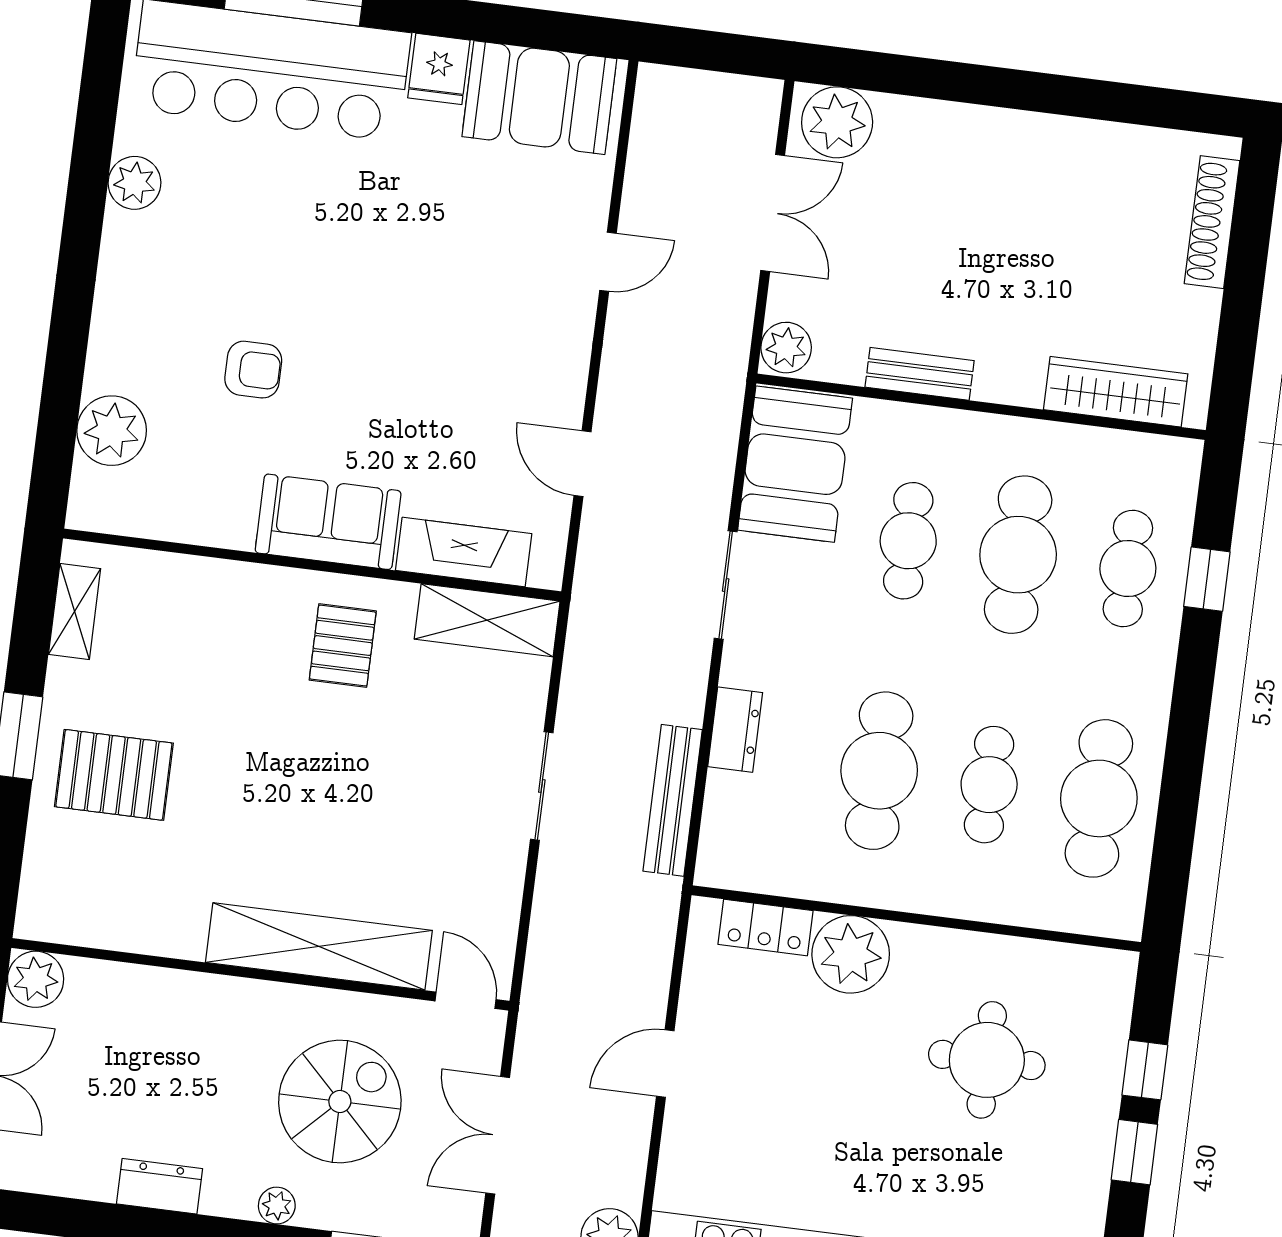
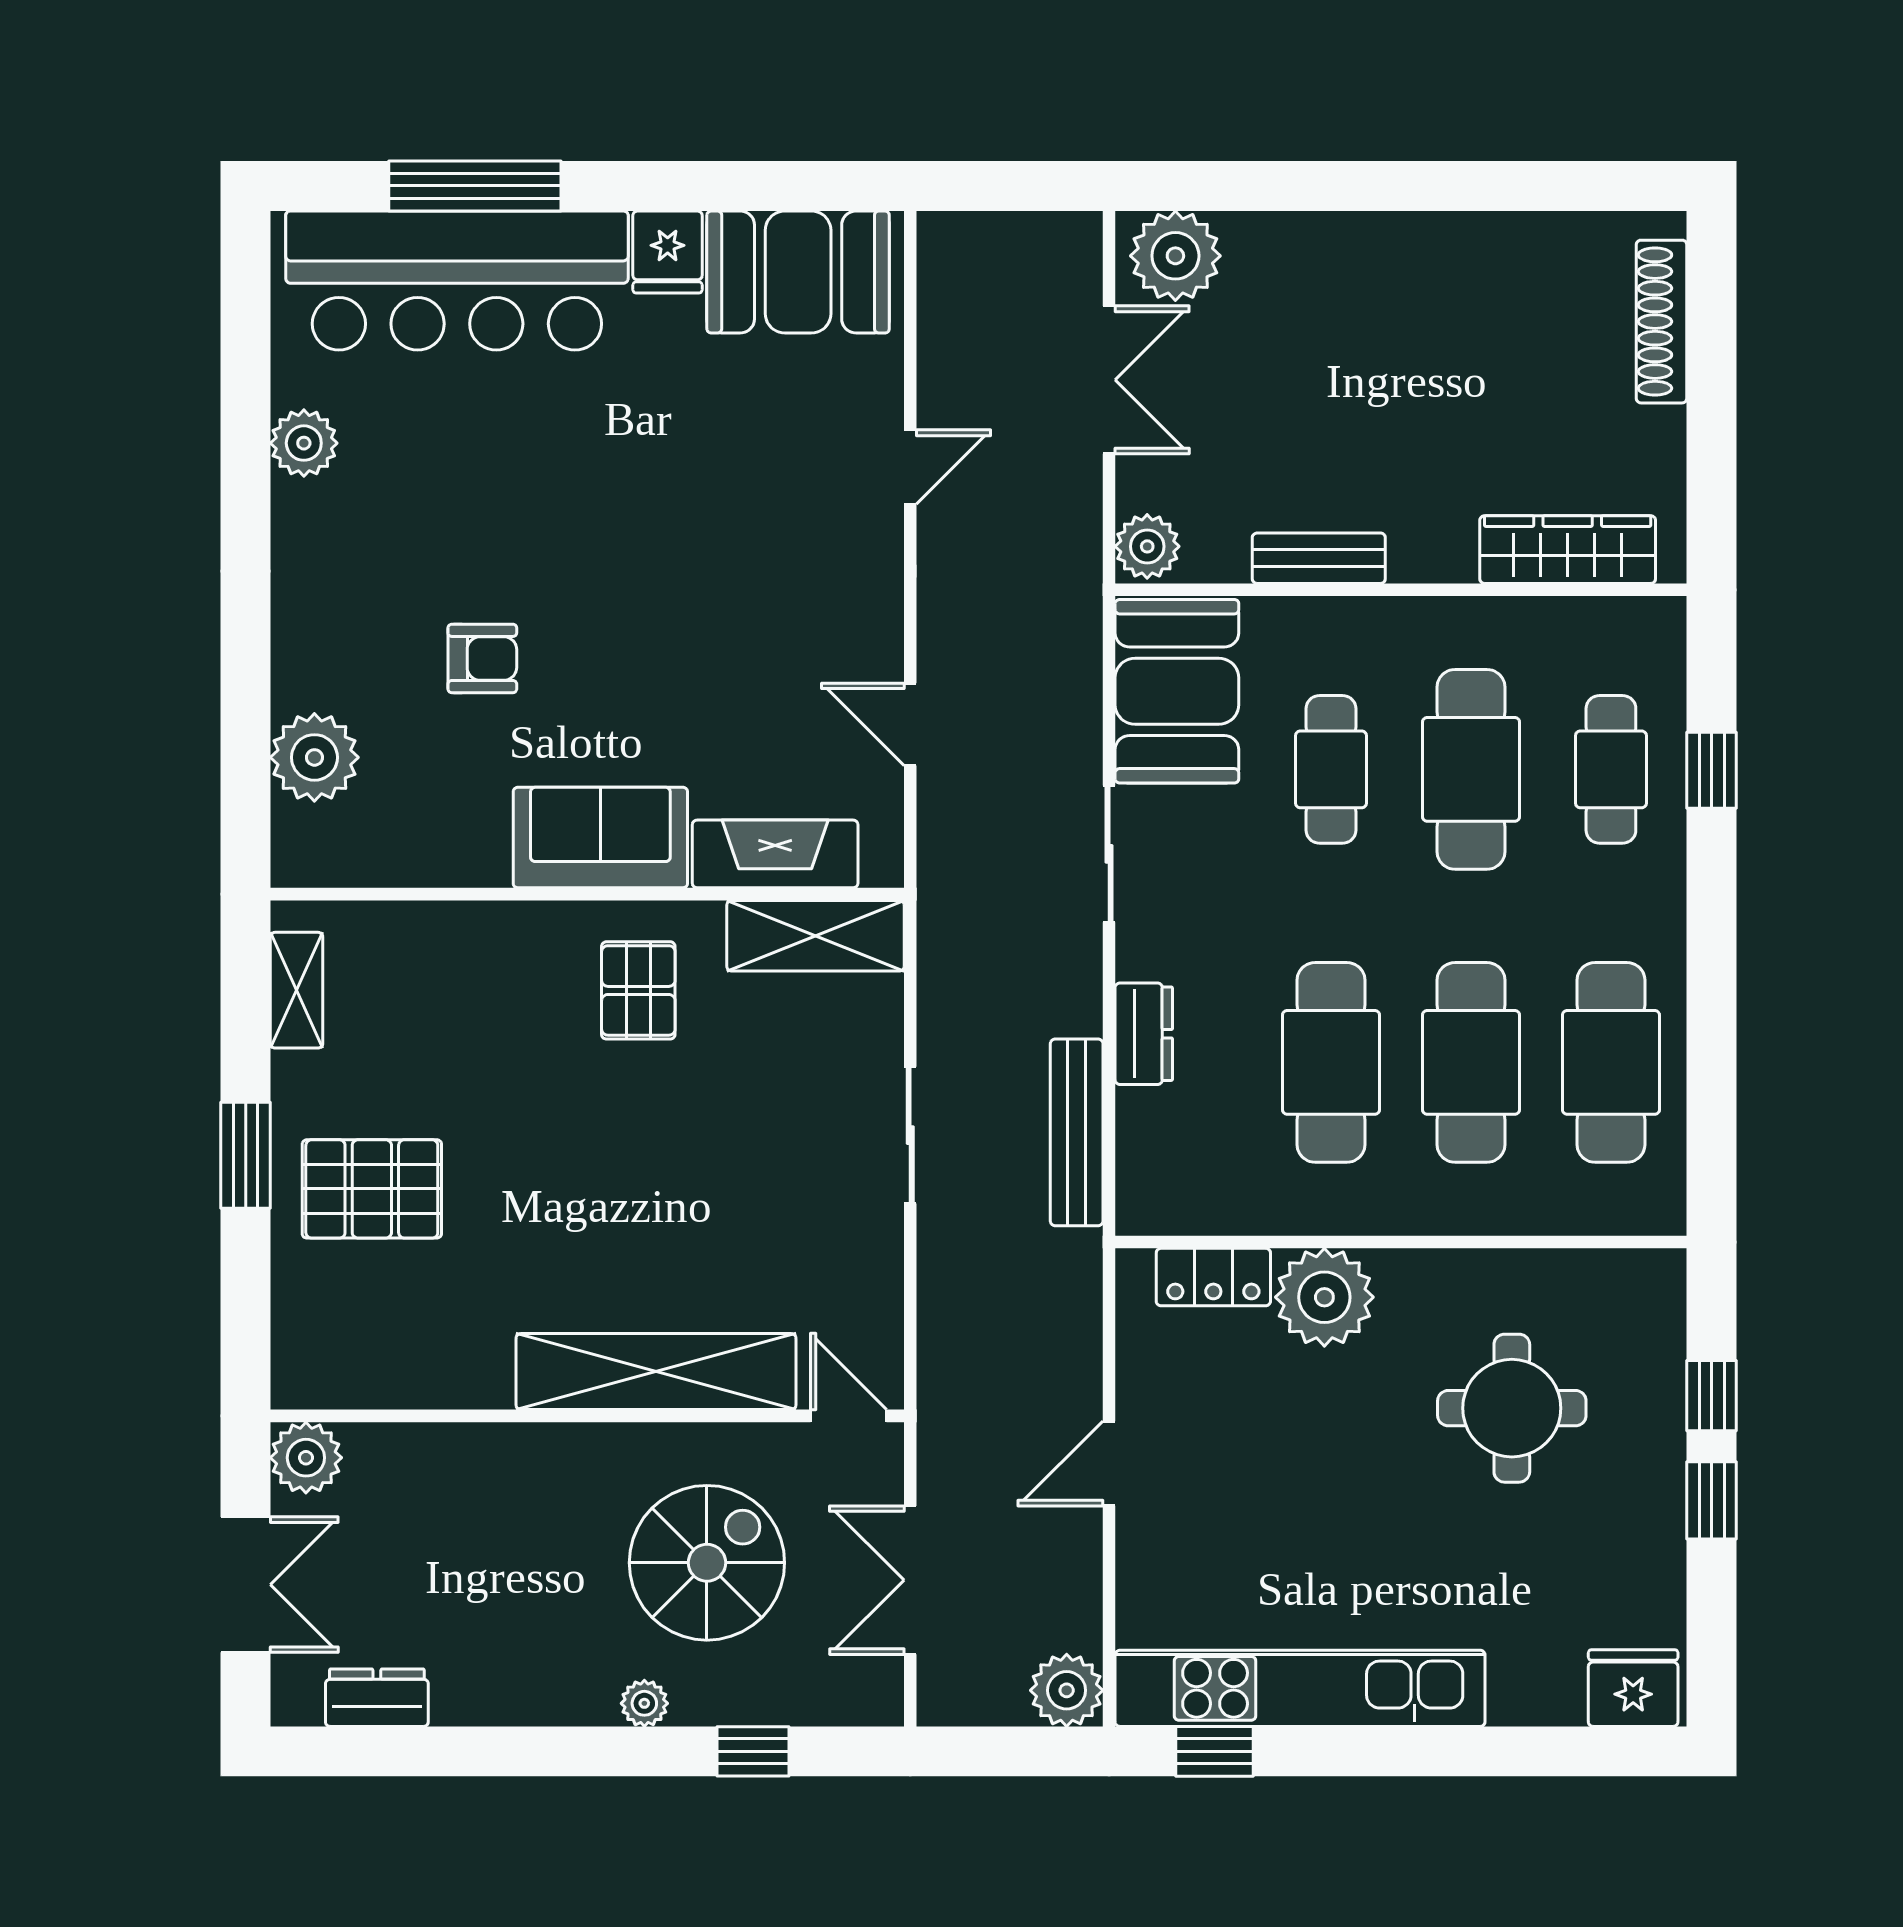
cafe table: (989, 785) -> (1471, 1062), width x1.37, depth x1.35
dresser: (160, 1186) -> (377, 1698), moved

